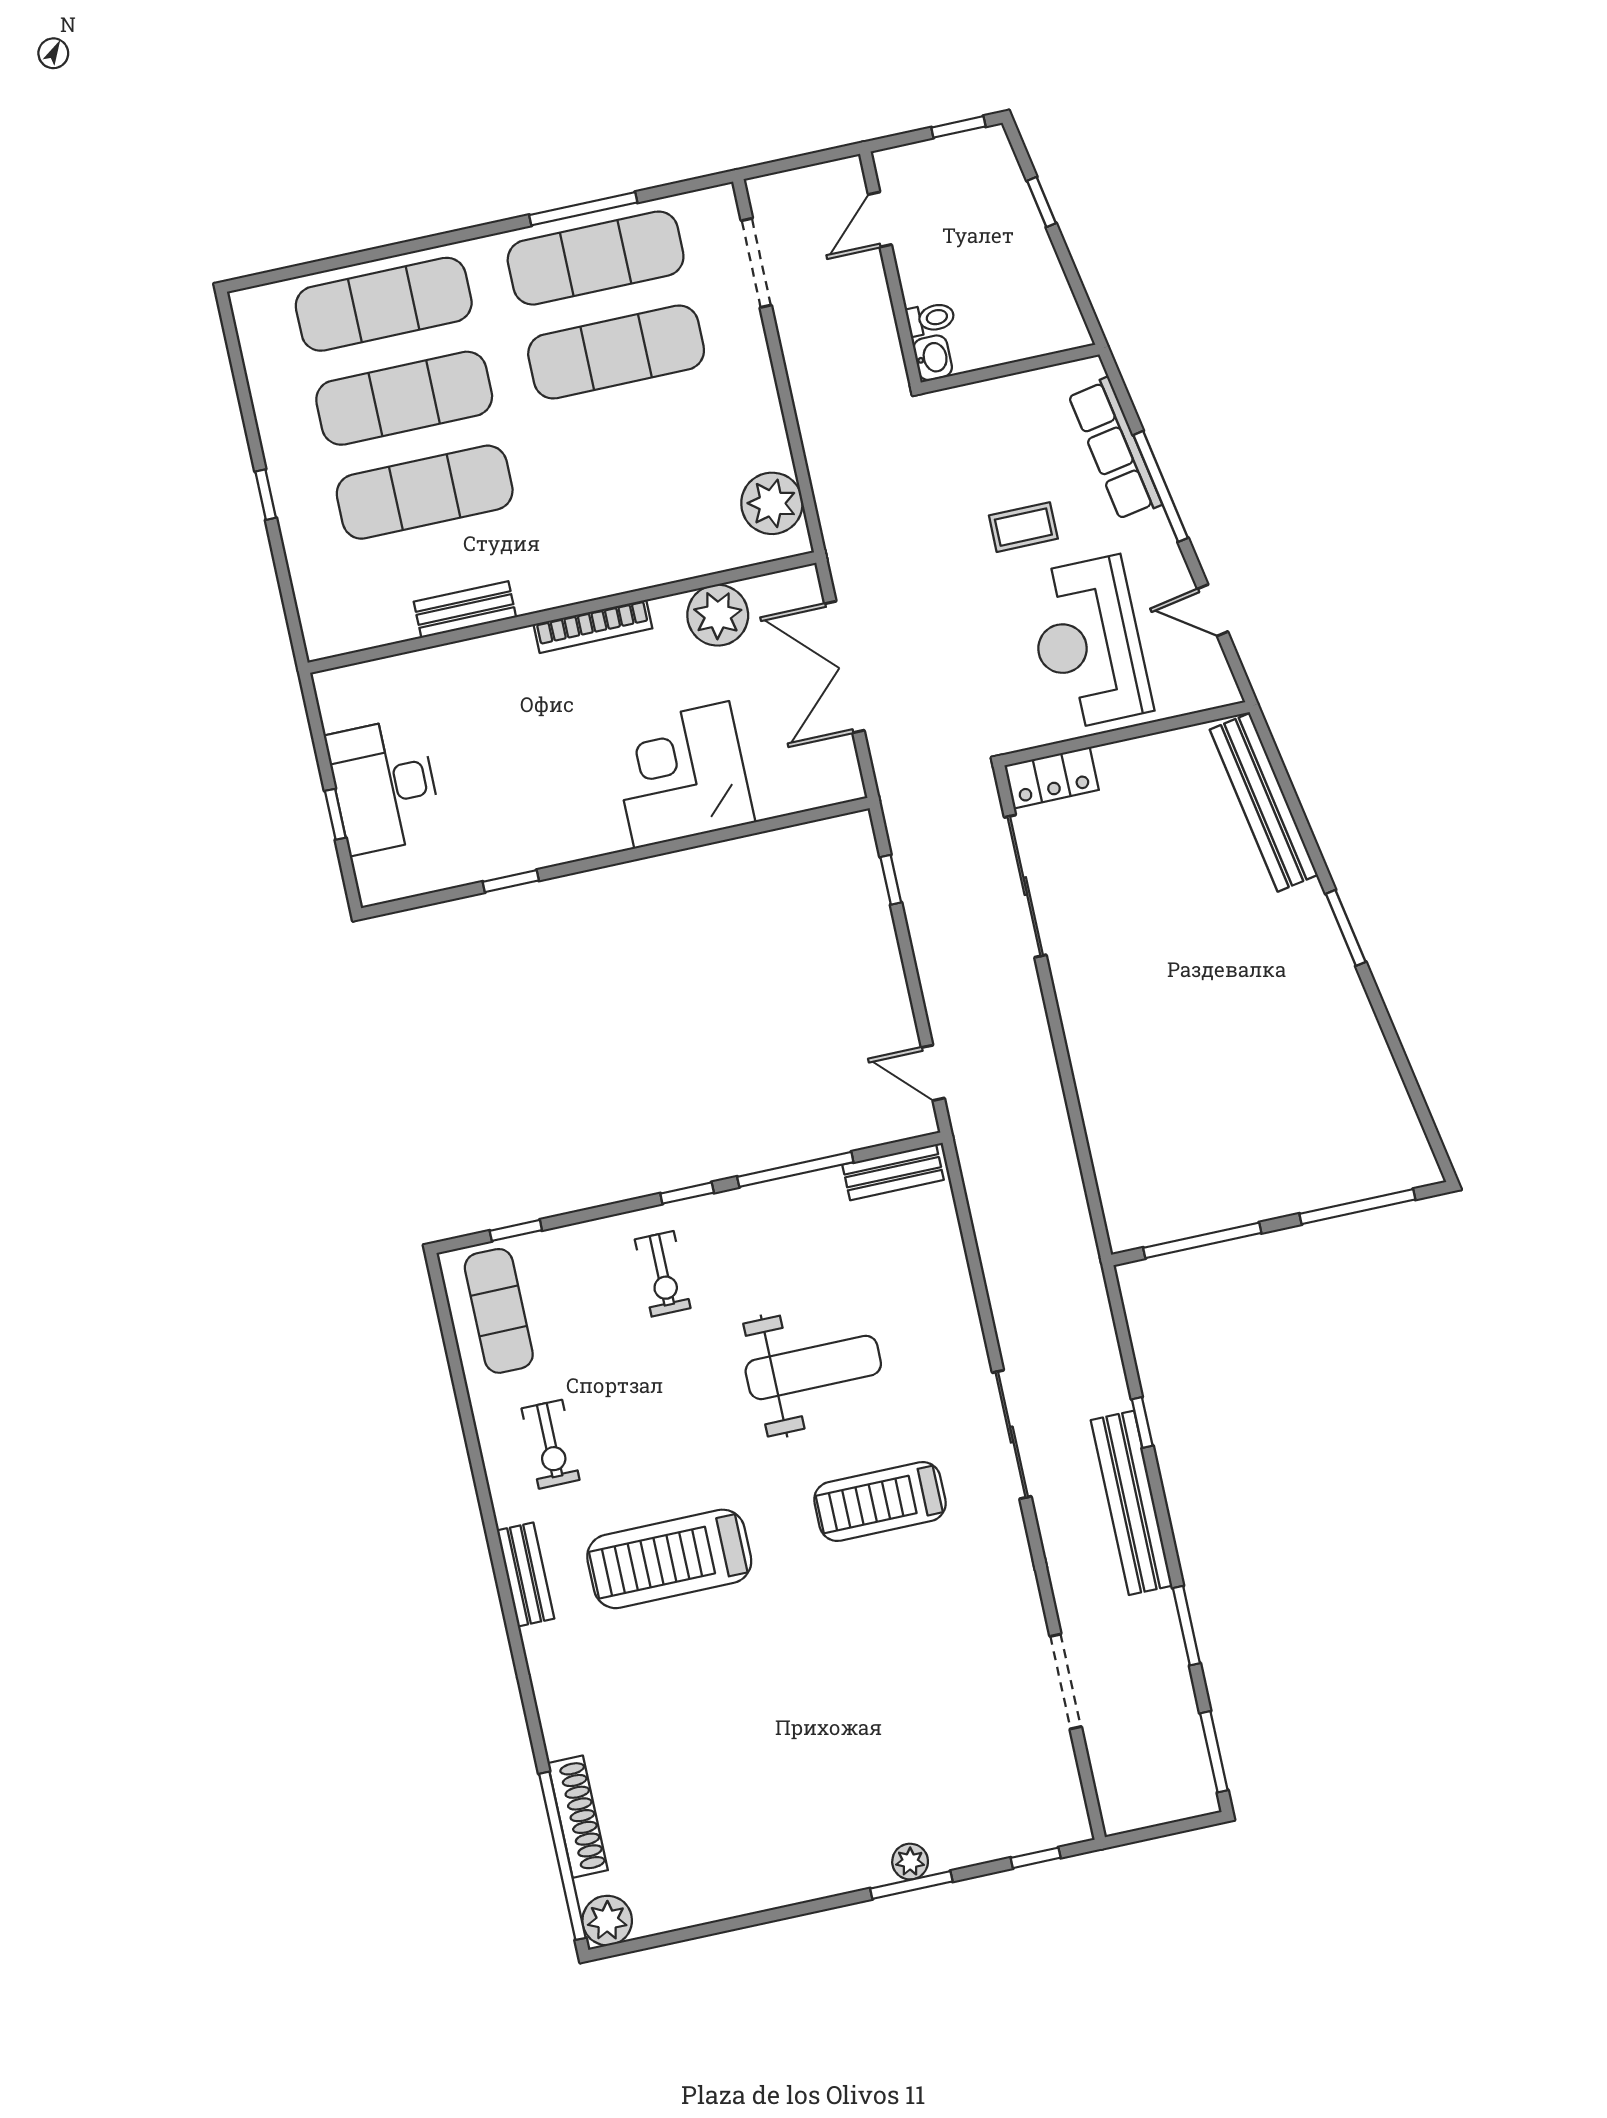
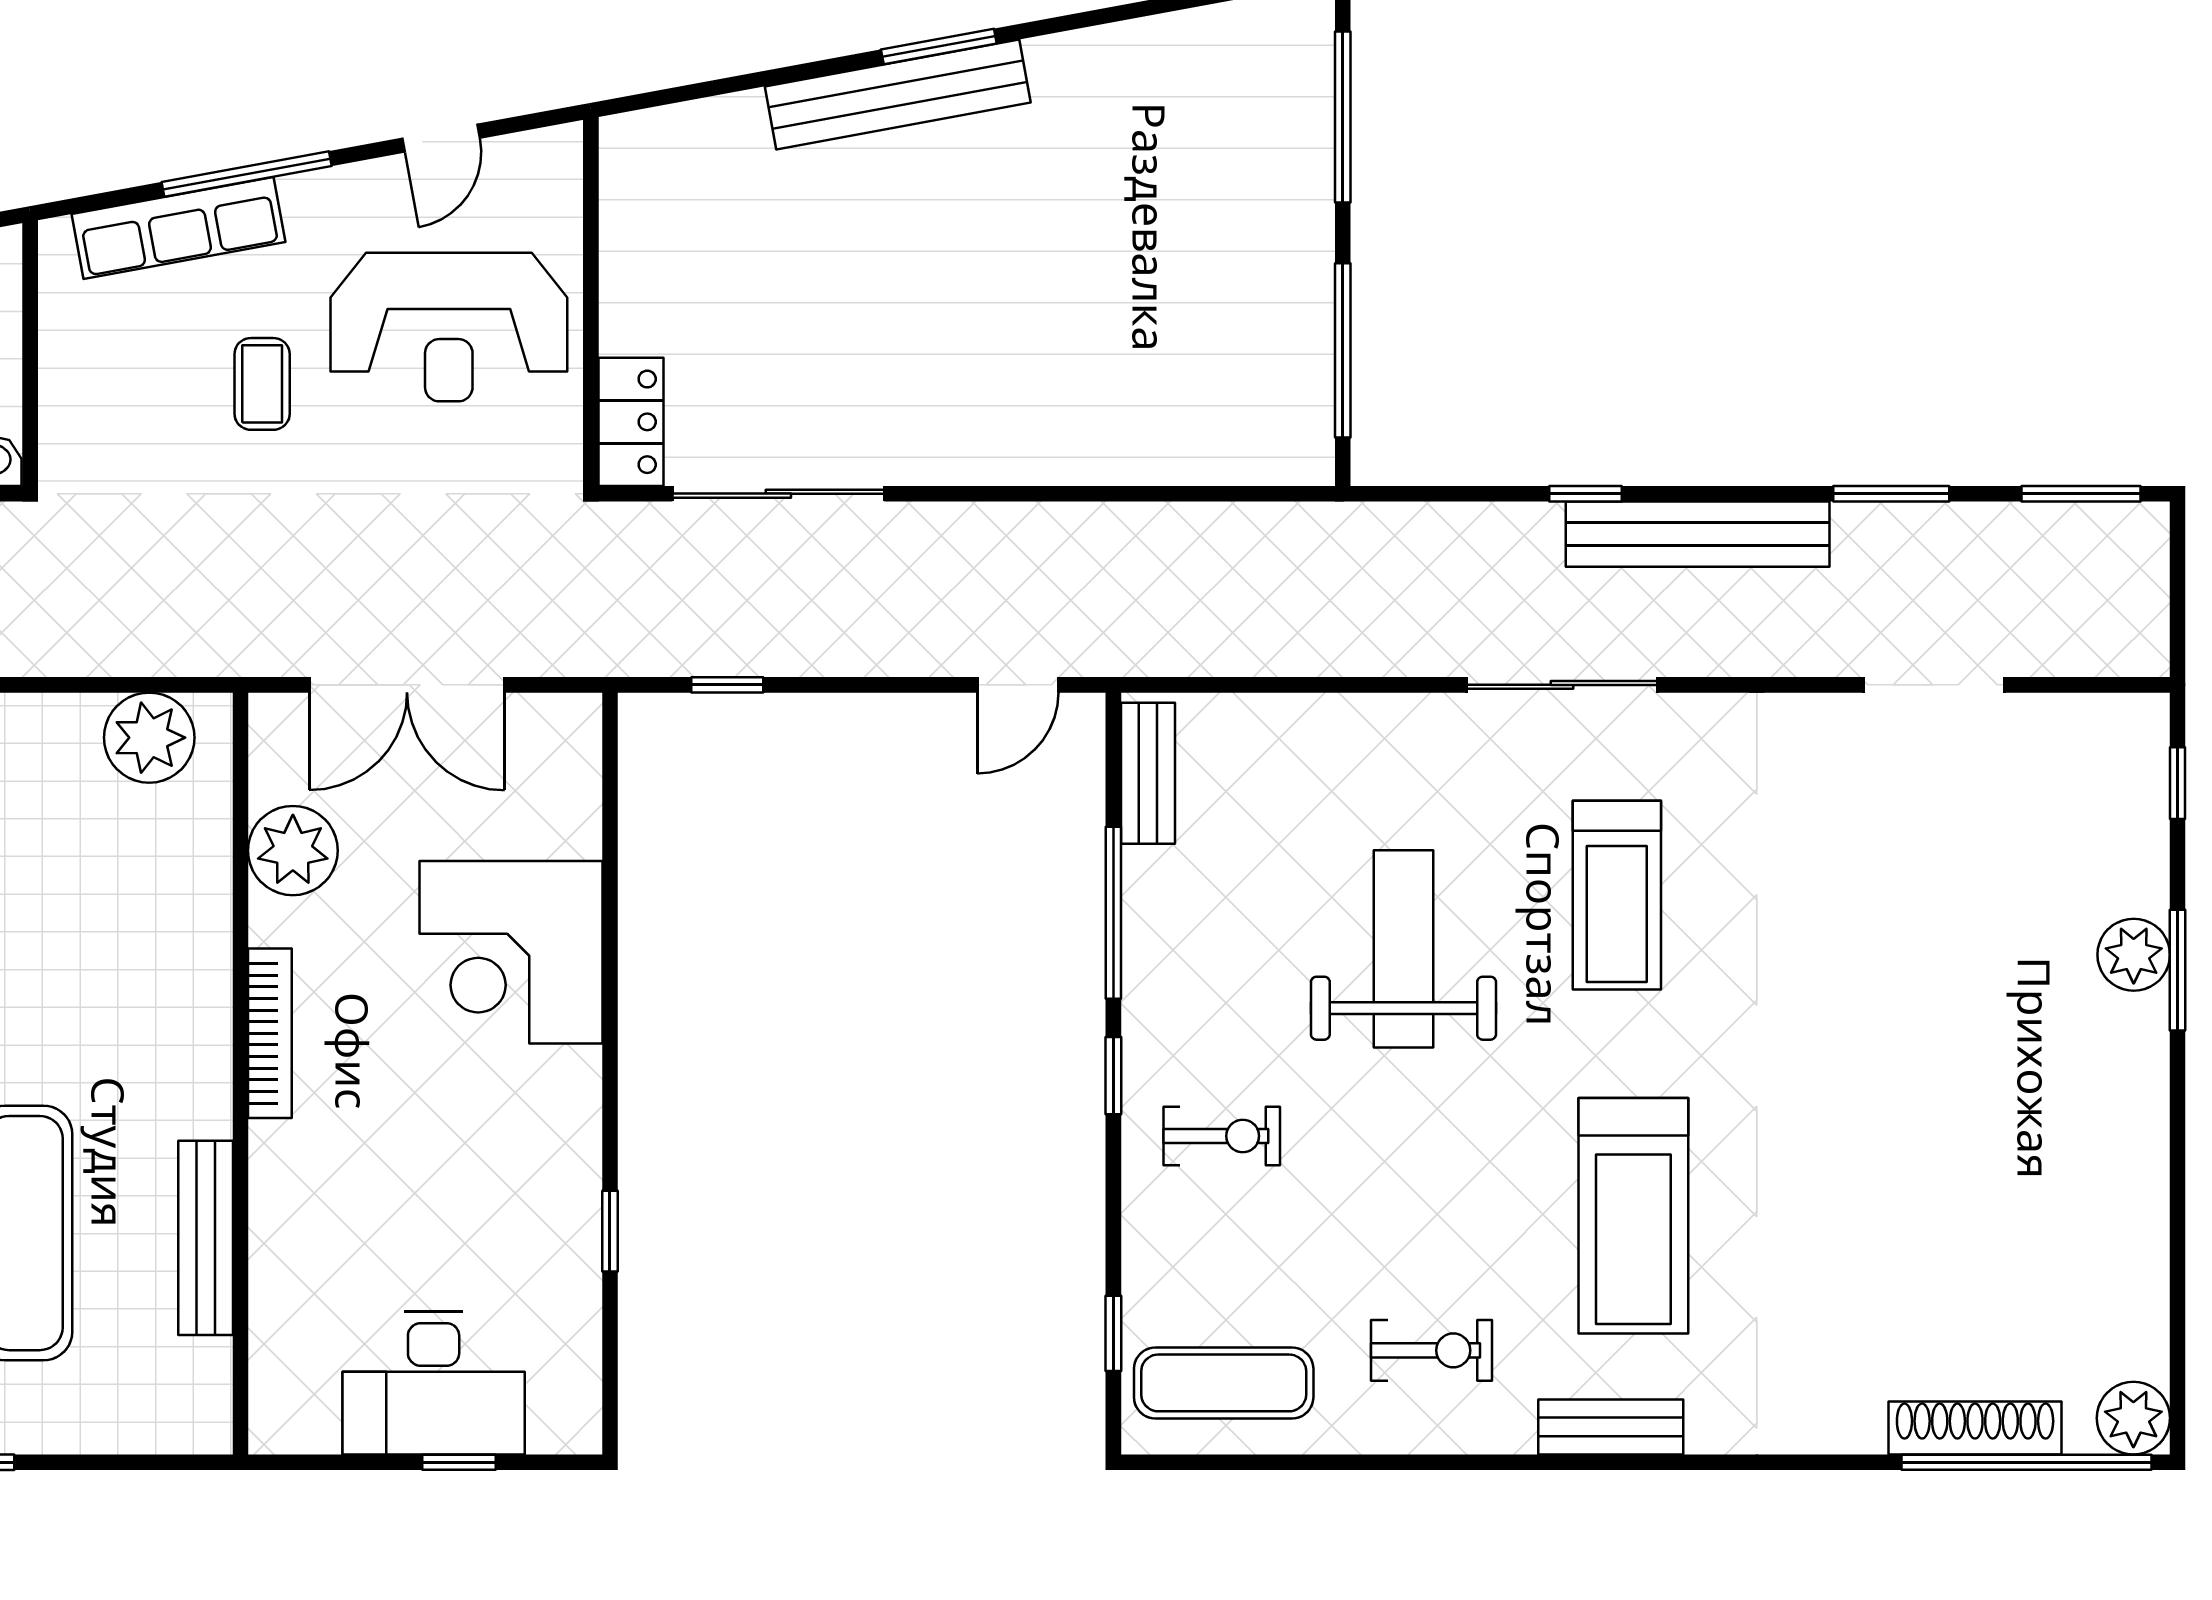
bench: (465, 610) -> (206, 1238), width x1.36
bench: (1264, 802) -> (898, 94), moved
plant: (910, 1862) -> (2134, 955), width x1.38, depth x1.38

